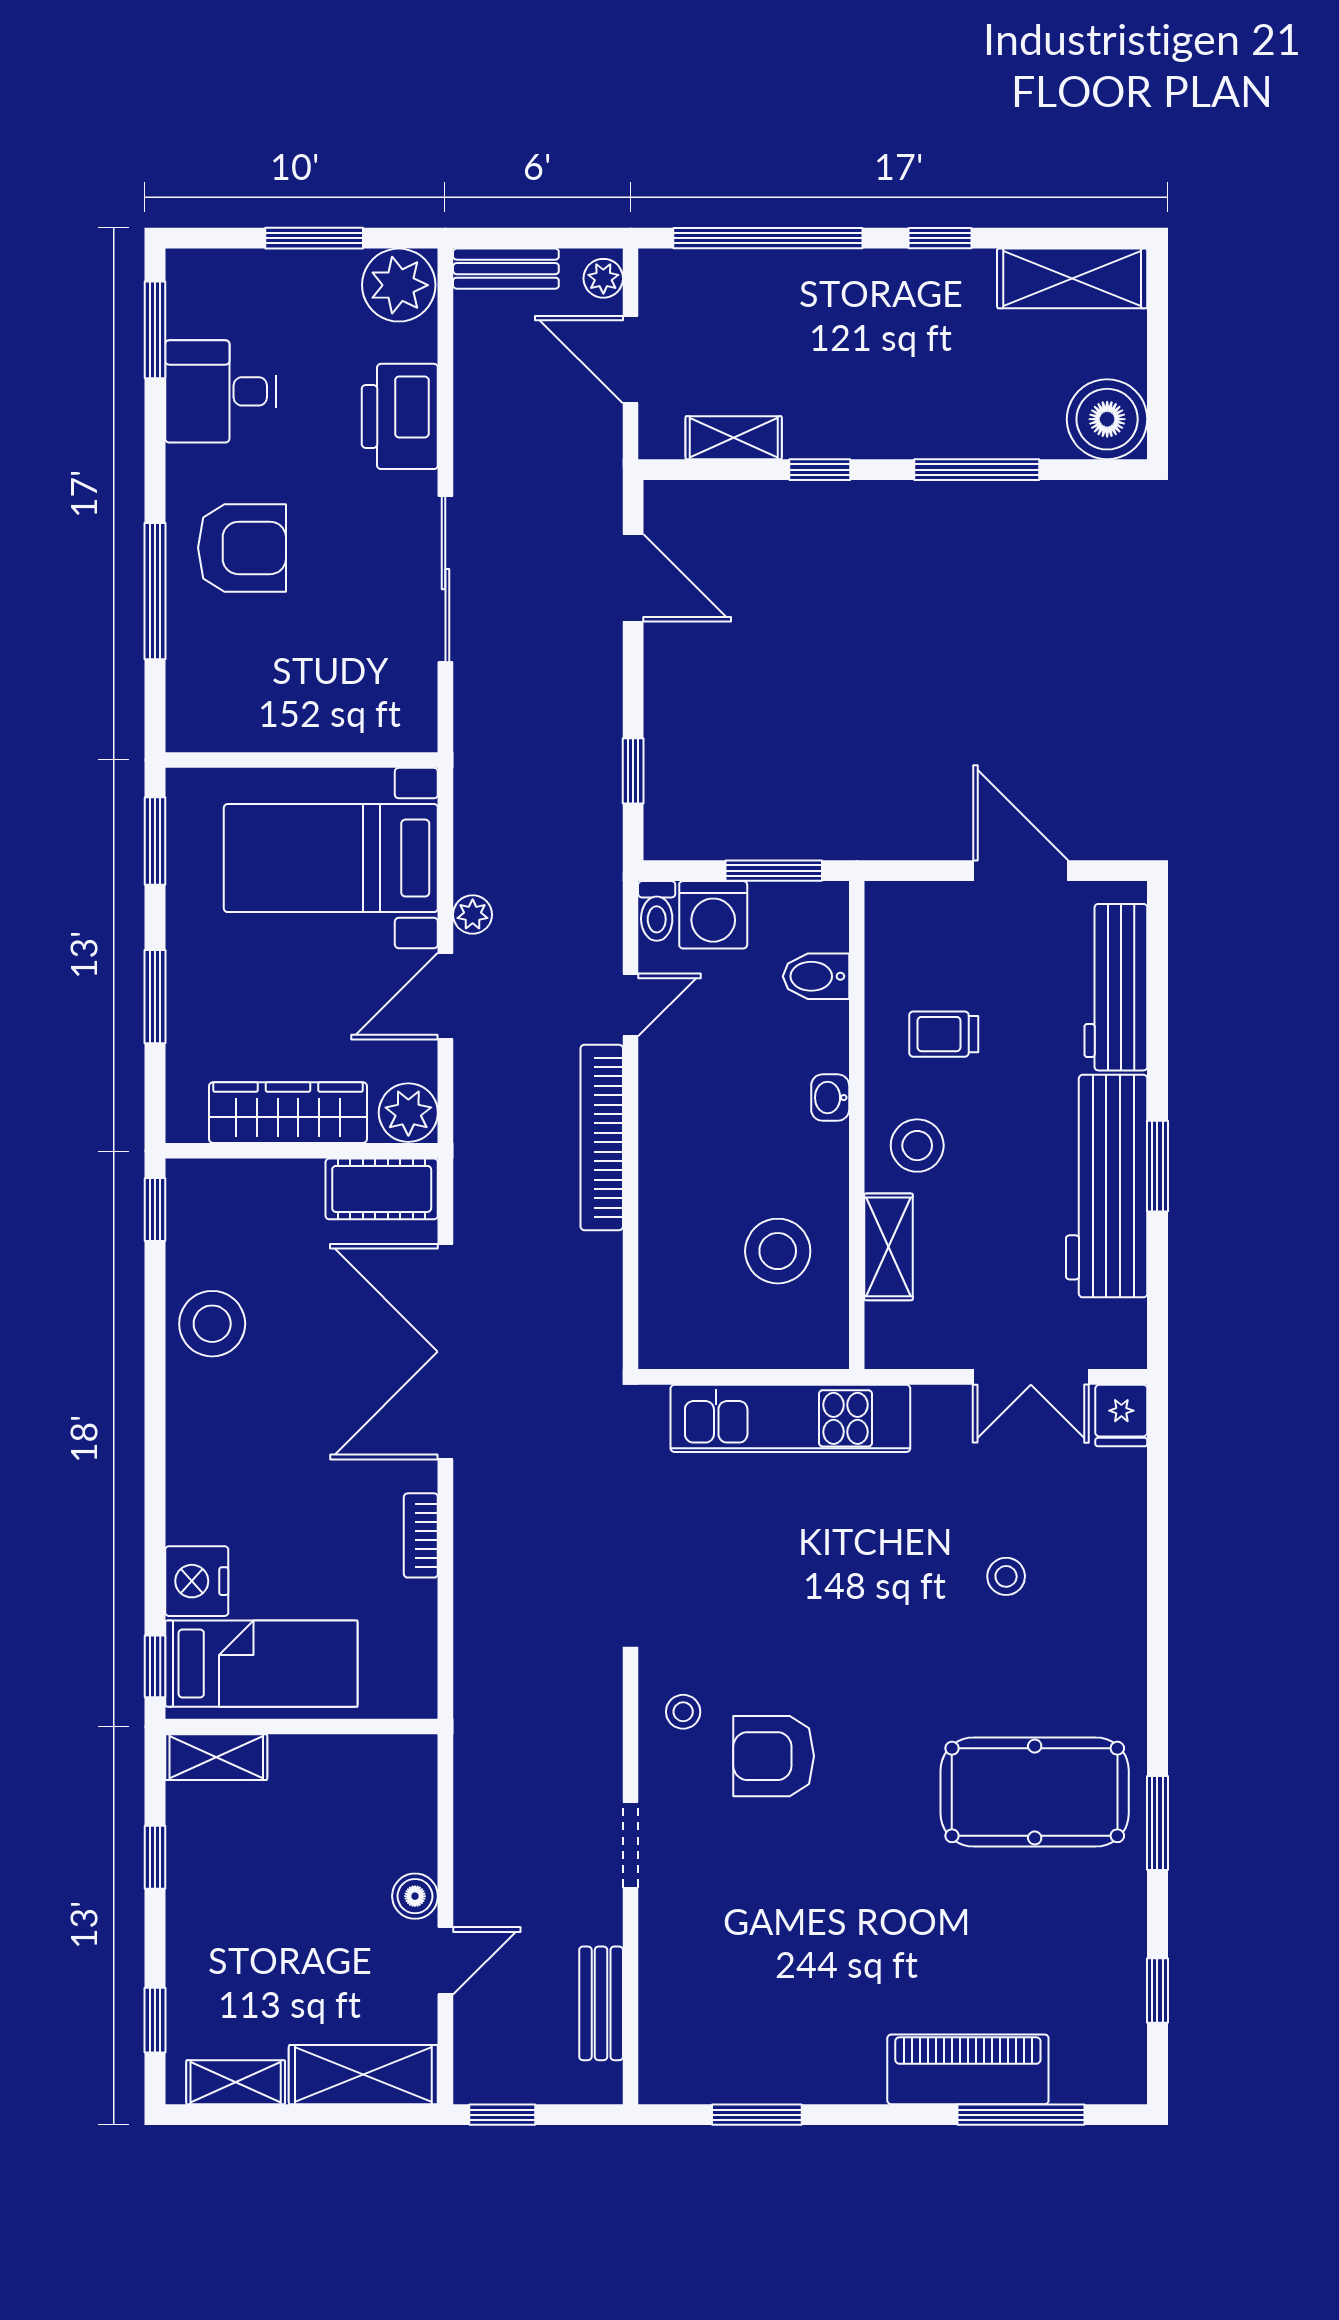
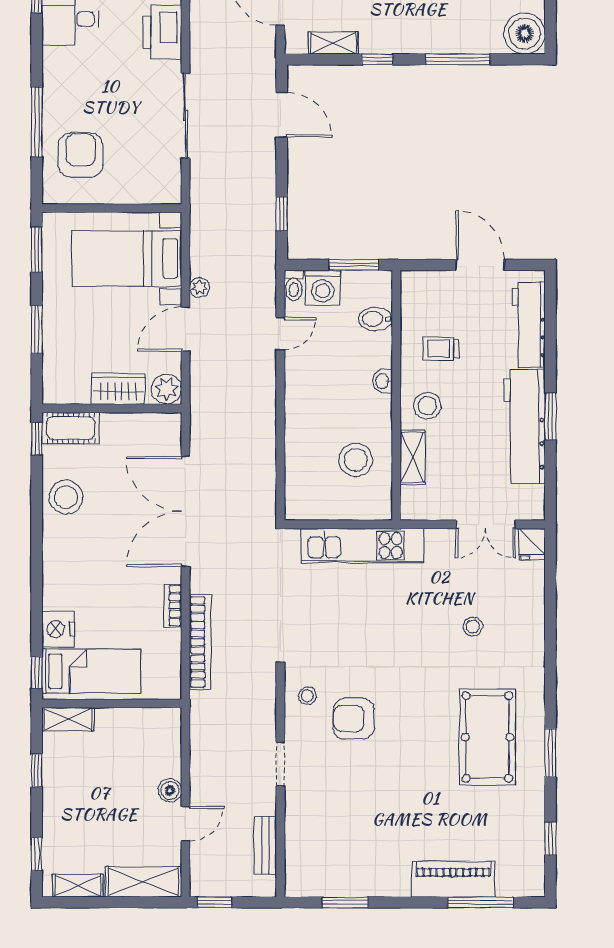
armchair: (242, 548) -> (81, 155), moved, turned -90
wardrobe: (288, 1113) -> (118, 389), width x0.67
bookcase: (602, 1137) -> (200, 642), moved, turned 180
cot: (382, 1189) -> (71, 428), moved
pool table: (1035, 1792) -> (487, 737), turned 90

